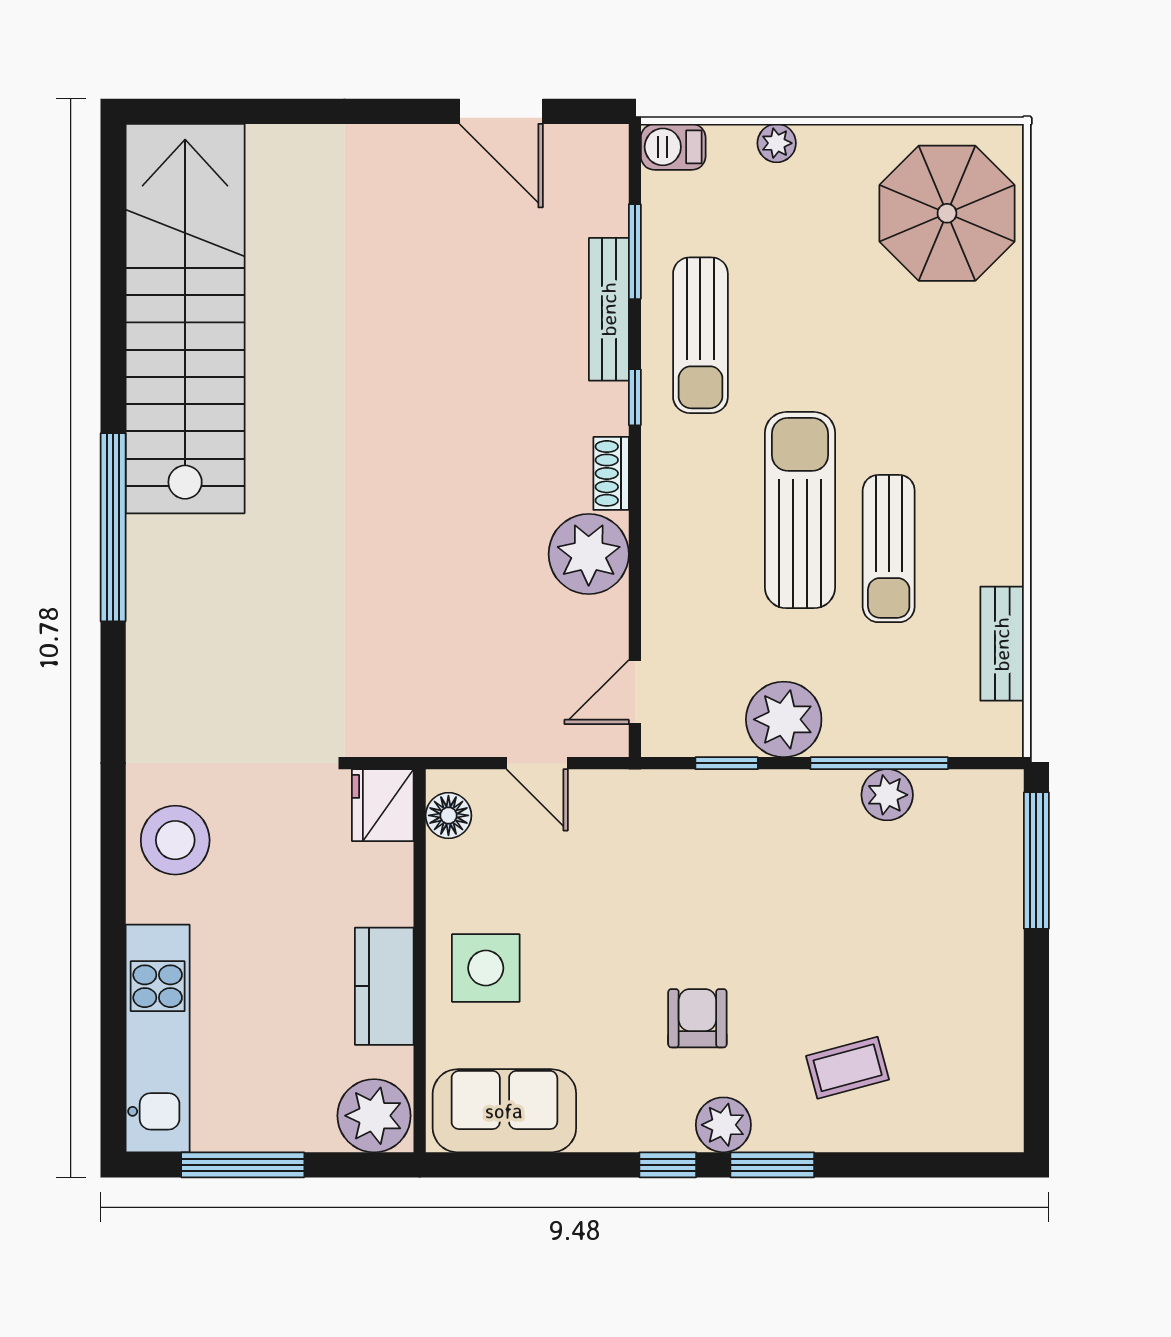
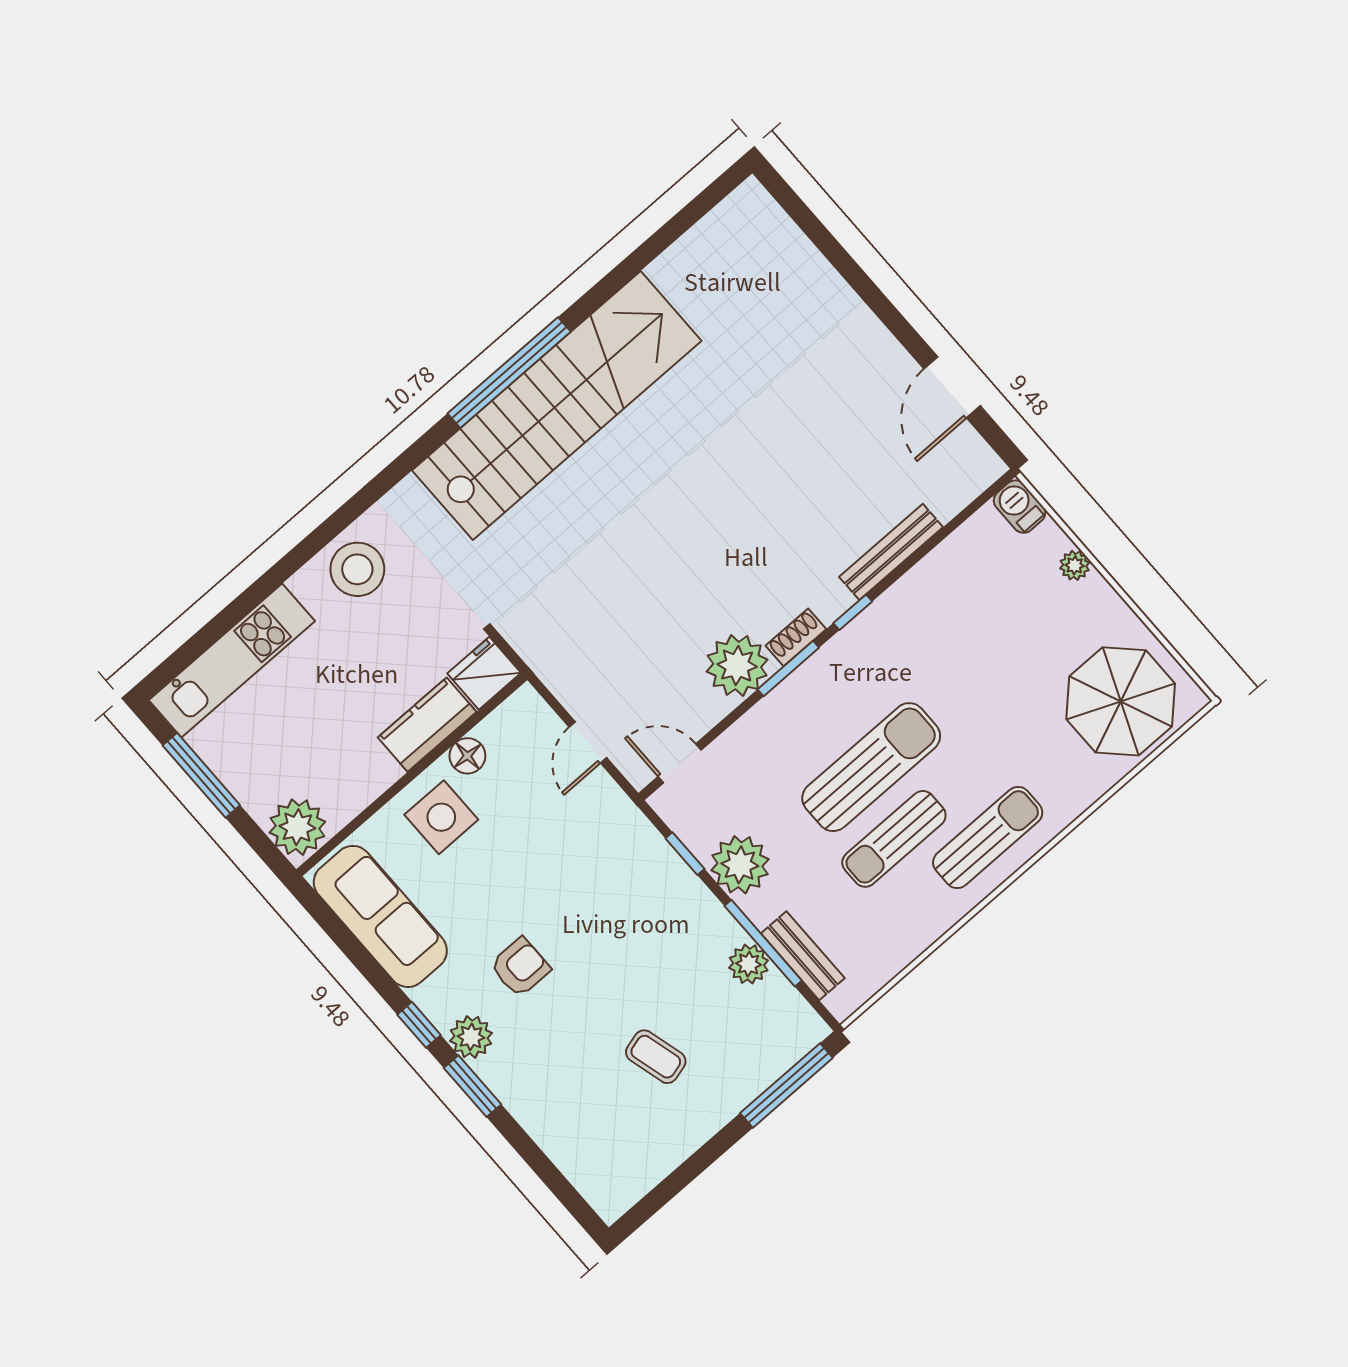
window: (635, 252) -> (788, 669), moved
stairs: (185, 319) -> (557, 406), moved
sun lounger: (700, 335) -> (988, 837), moved, turned 180
bench: (1002, 644) -> (803, 956), moved, turned 90
floor lamp: (448, 815) -> (467, 756), moved
kitchen counter: (384, 986) -> (427, 725), moved
coffee table: (848, 1068) -> (656, 1057), moved
sofa: (504, 1111) -> (380, 916), width x1.36

